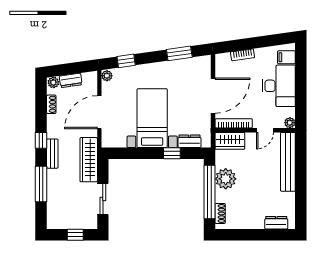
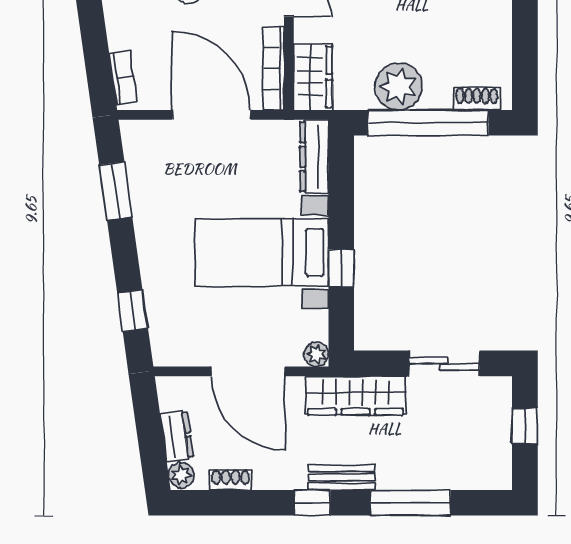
bookcase: (243, 55) -> (123, 78), moved
plant: (107, 76) -> (316, 354), moved
dresser: (190, 141) -> (314, 157), width x1.44
window: (172, 153) -> (341, 268), moved

